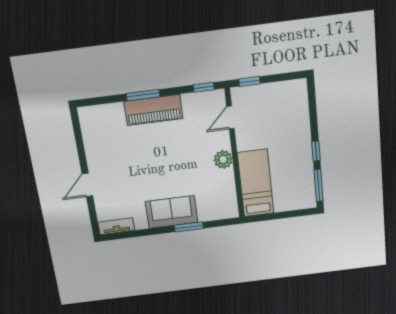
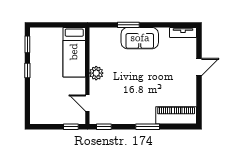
piano: (153, 110) -> (176, 115), moved
door: (230, 117) -> (87, 103), swing flipped
window: (319, 185) -> (27, 44), width x0.67

